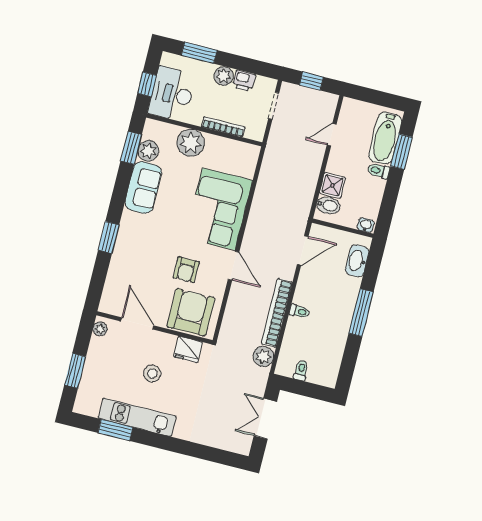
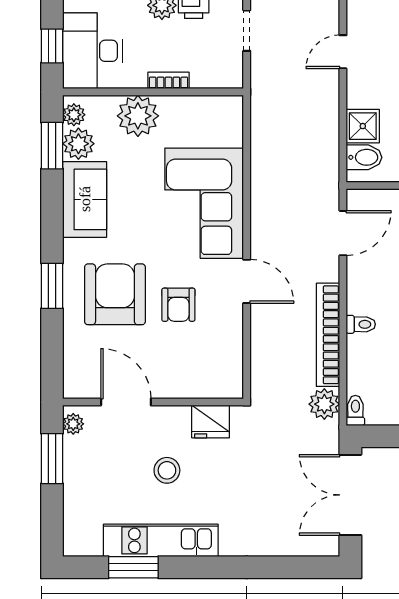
bookcase: (223, 127) -> (168, 80), width x0.64
plant: (150, 132) -> (74, 115), added
armchair: (191, 312) -> (115, 294), moved
toilet: (301, 370) -> (355, 410), moved
window: (75, 371) -> (52, 459), moved
double door: (265, 419) -> (350, 495), width x1.37

